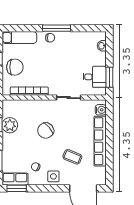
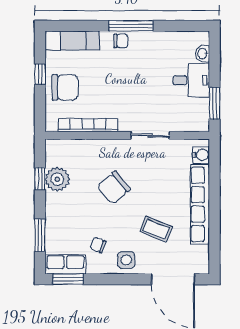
desk: (95, 77) -> (191, 80), moved

